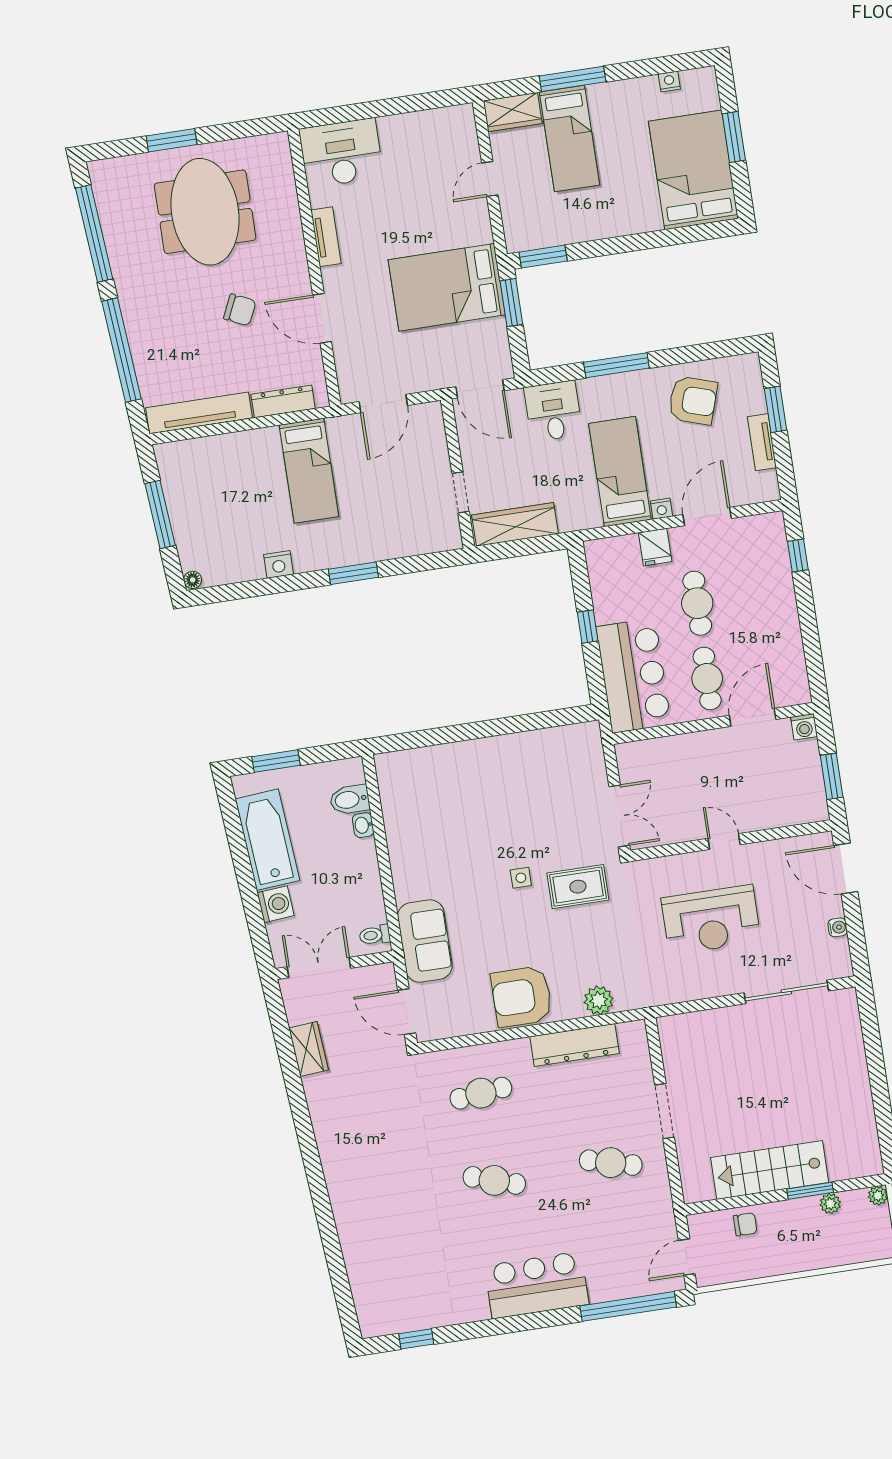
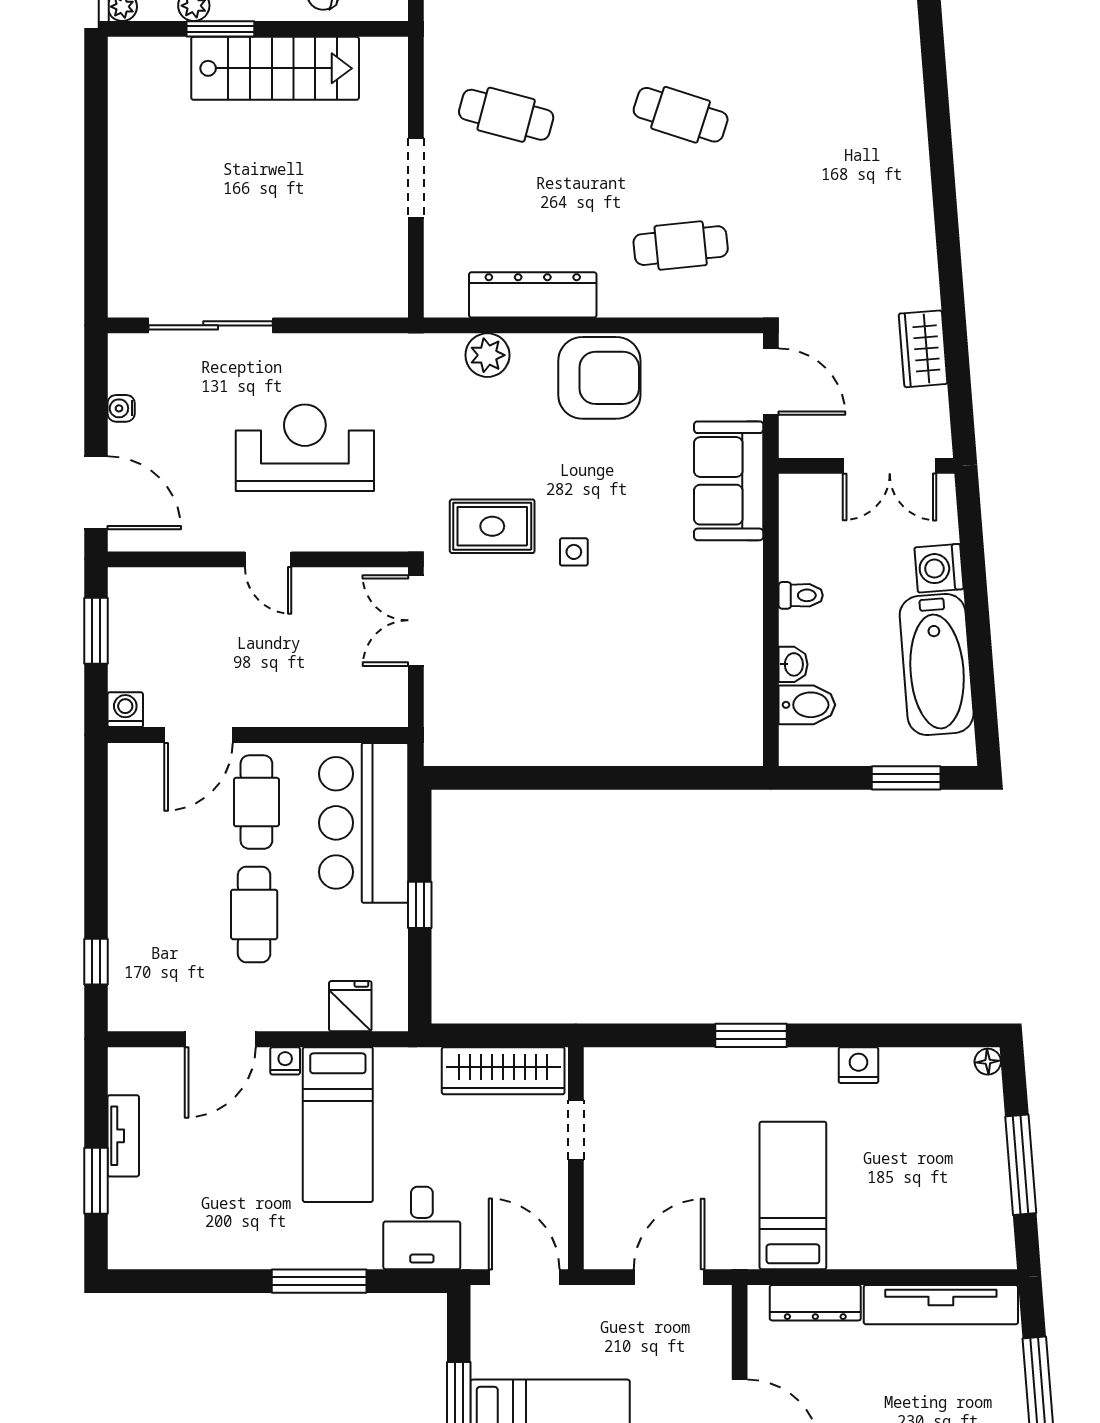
armchair: (693, 400) -> (215, 1212), removed
fridge: (655, 547) -> (350, 1006), moved
toilet: (375, 935) -> (801, 595), moved

